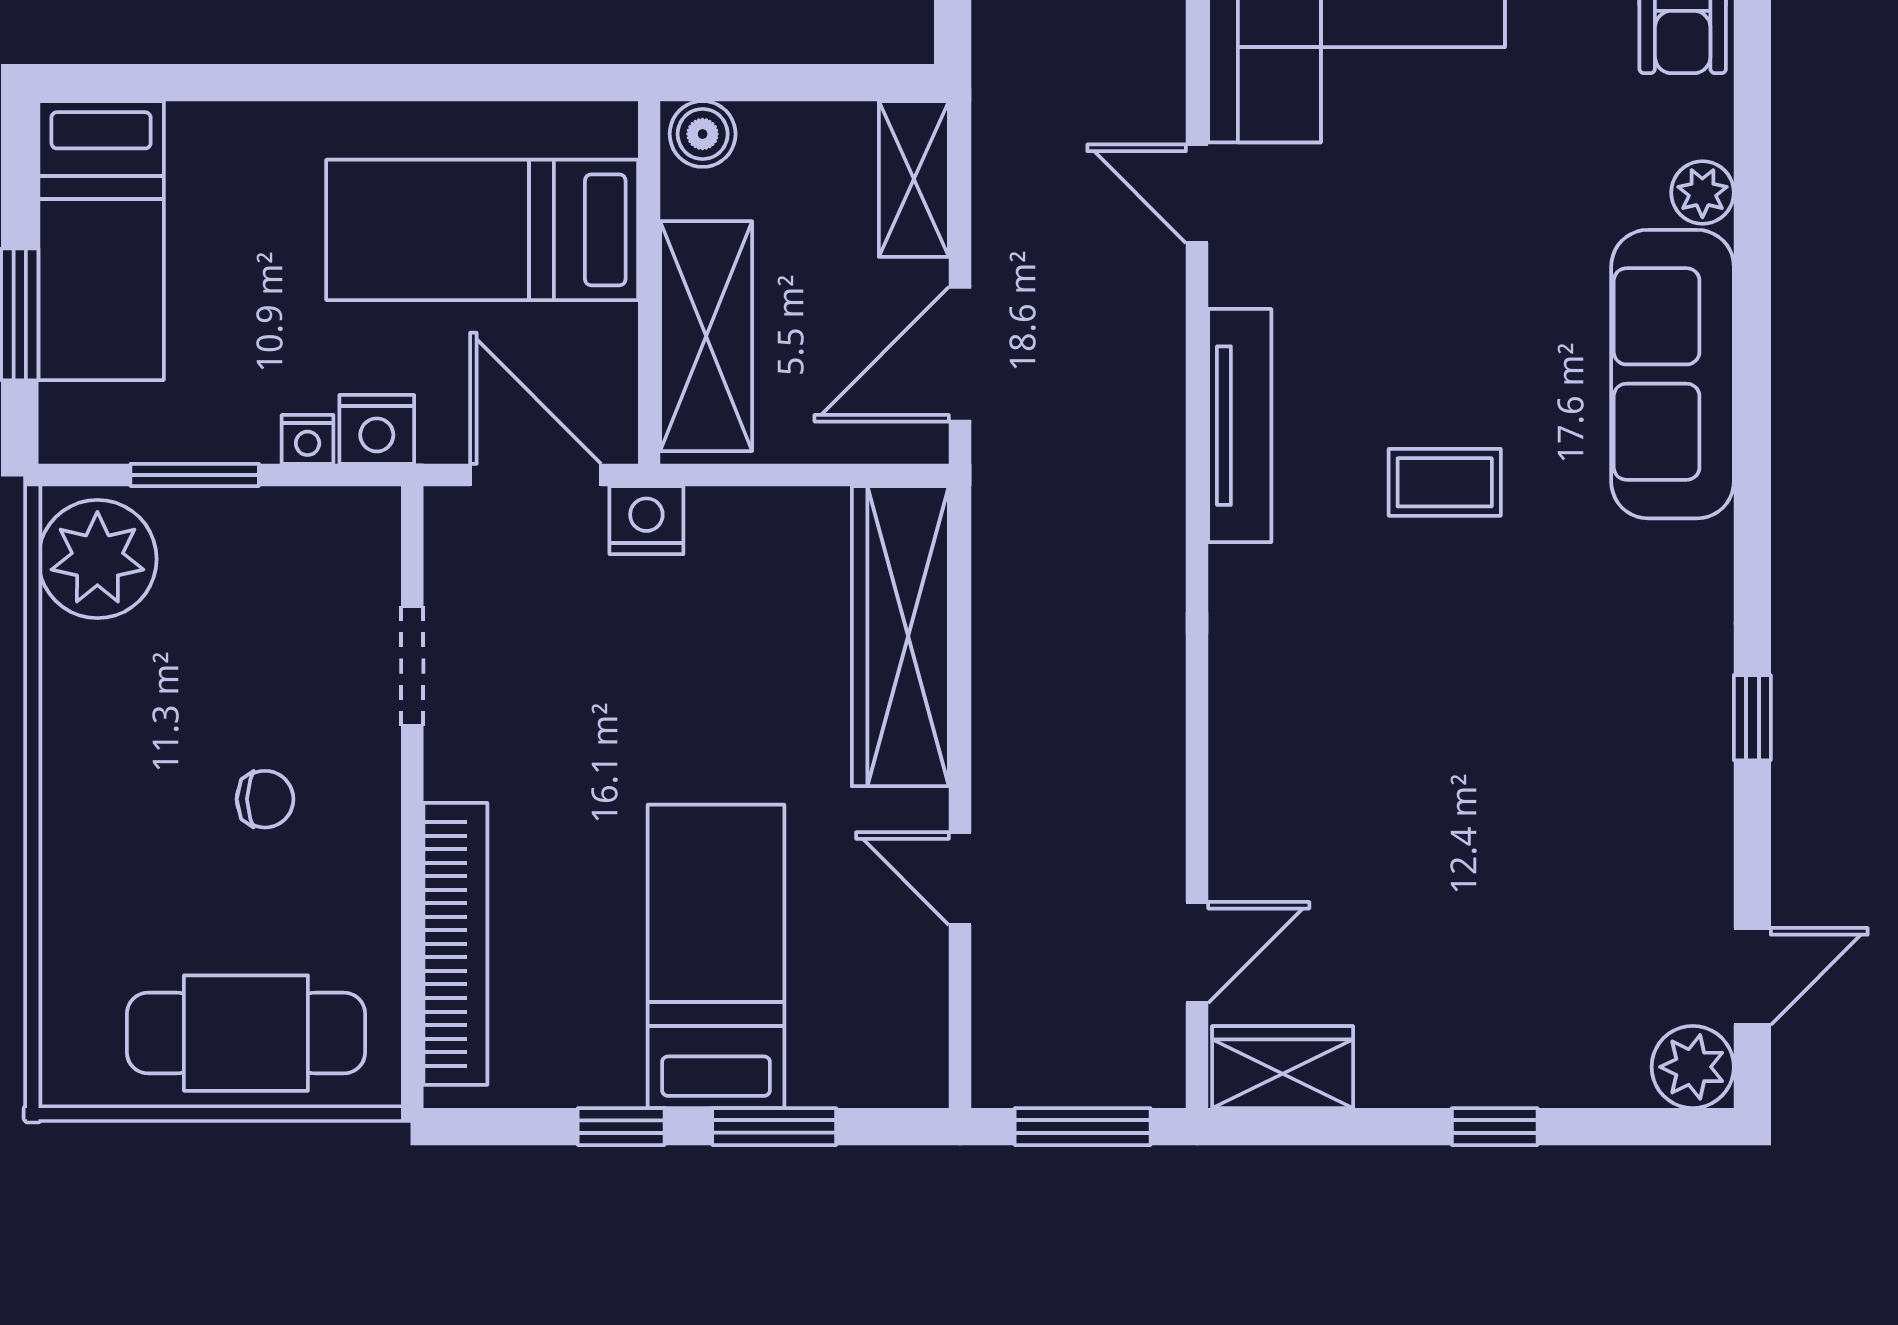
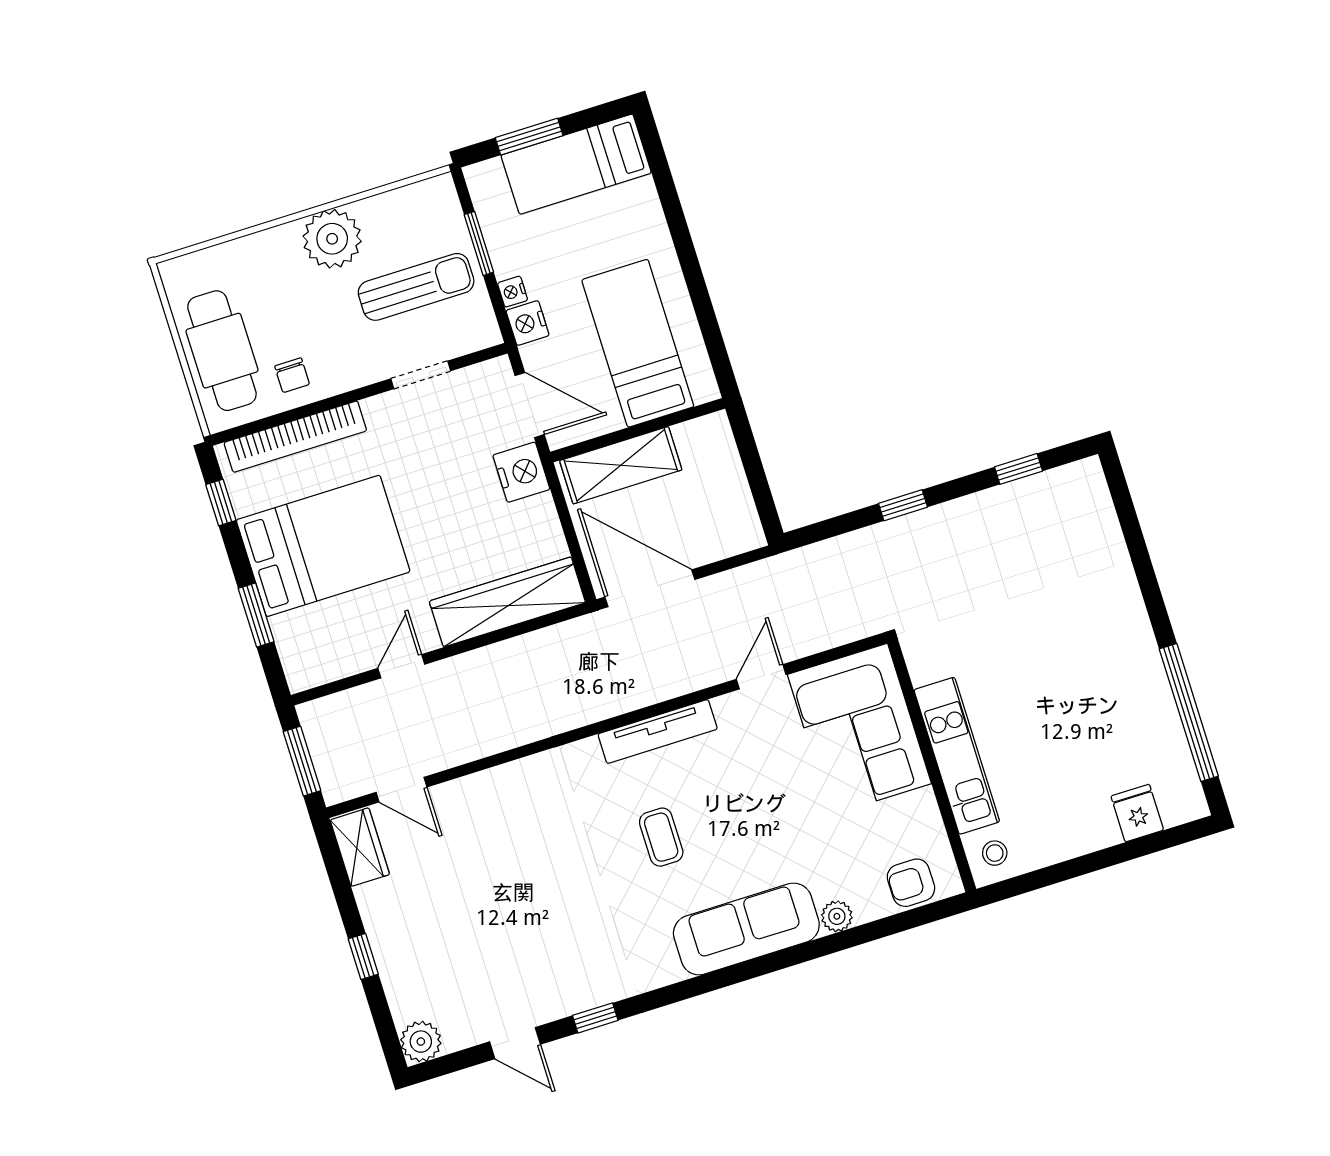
boiler: (703, 134) -> (716, 434), removed
shelving: (914, 179) -> (726, 540), removed
door: (960, 354) -> (650, 588), width x1.36
door: (536, 475) -> (530, 405), hinge flipped
nightstand: (646, 520) -> (521, 472), width x1.36, depth x1.33
plant: (97, 559) -> (332, 239), moved
sun lounger: (241, 622) -> (416, 287), added
chair: (265, 799) -> (292, 375), moved
bed: (716, 956) -> (323, 546), width x1.50
door: (1752, 976) -> (515, 1043), moved
window: (621, 1127) -> (221, 503), moved

